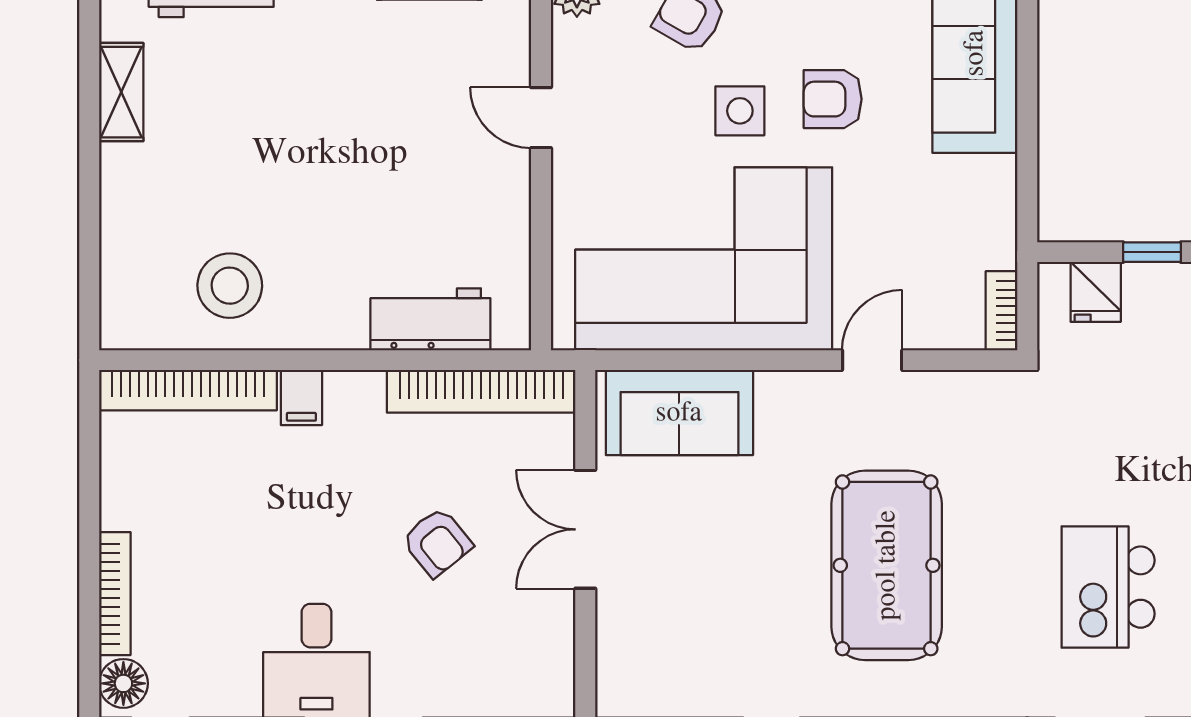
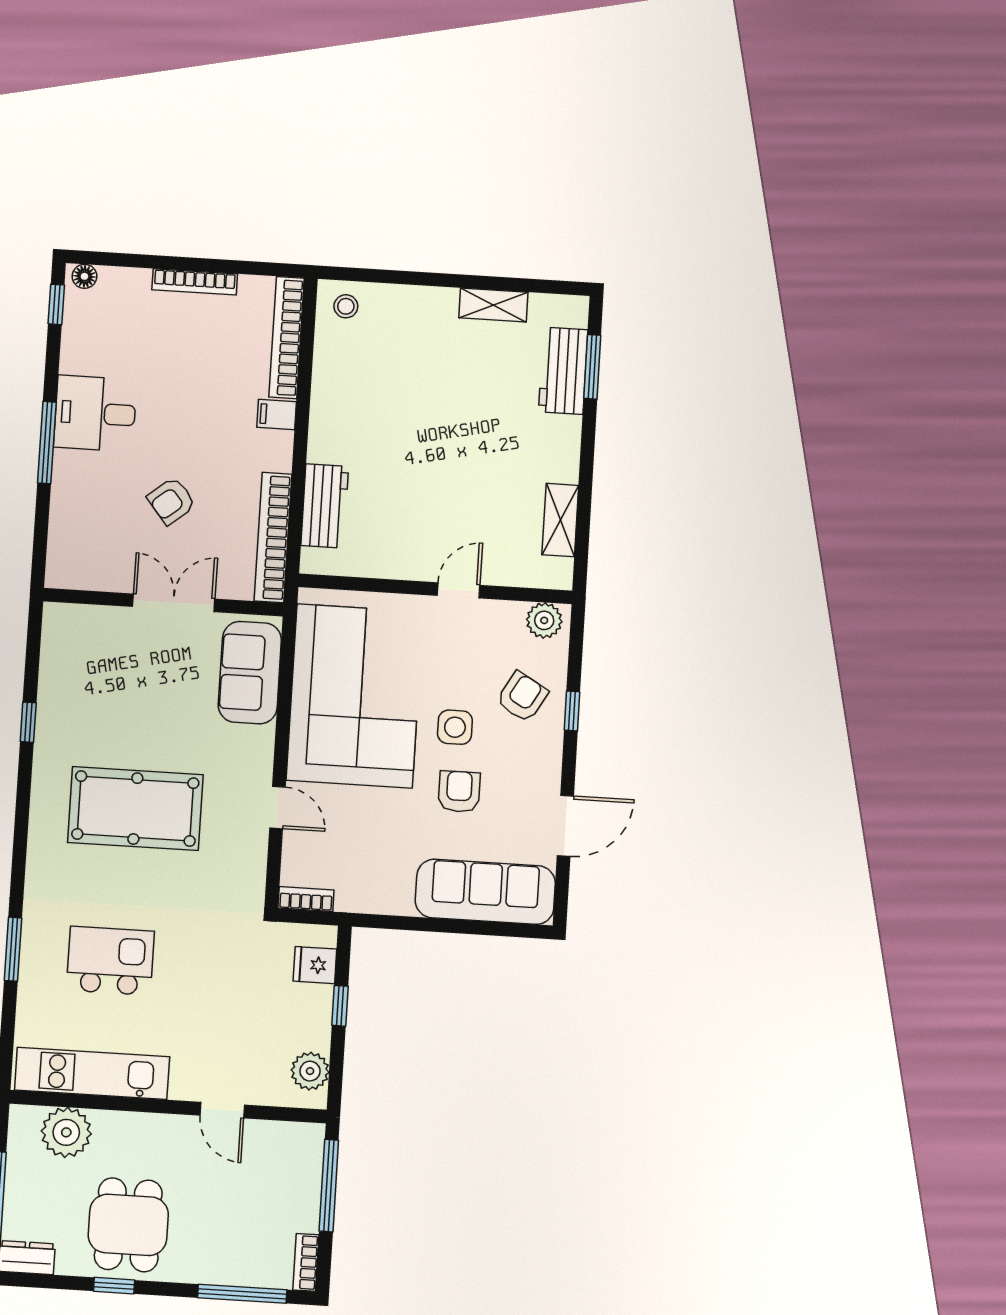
stool: (230, 286) -> (346, 306), moved, width x0.53, depth x0.53
bookcase: (115, 594) -> (195, 282), moved
floor lamp: (123, 683) -> (84, 276), width x0.73, depth x0.73

